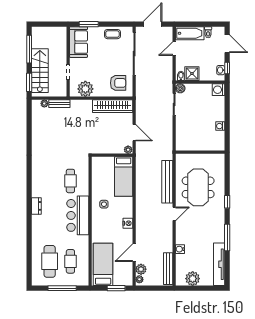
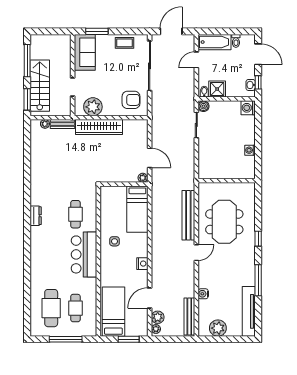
wardrobe: (113, 106) -> (99, 127), moved
dresser: (36, 206) -> (36, 216), moved

